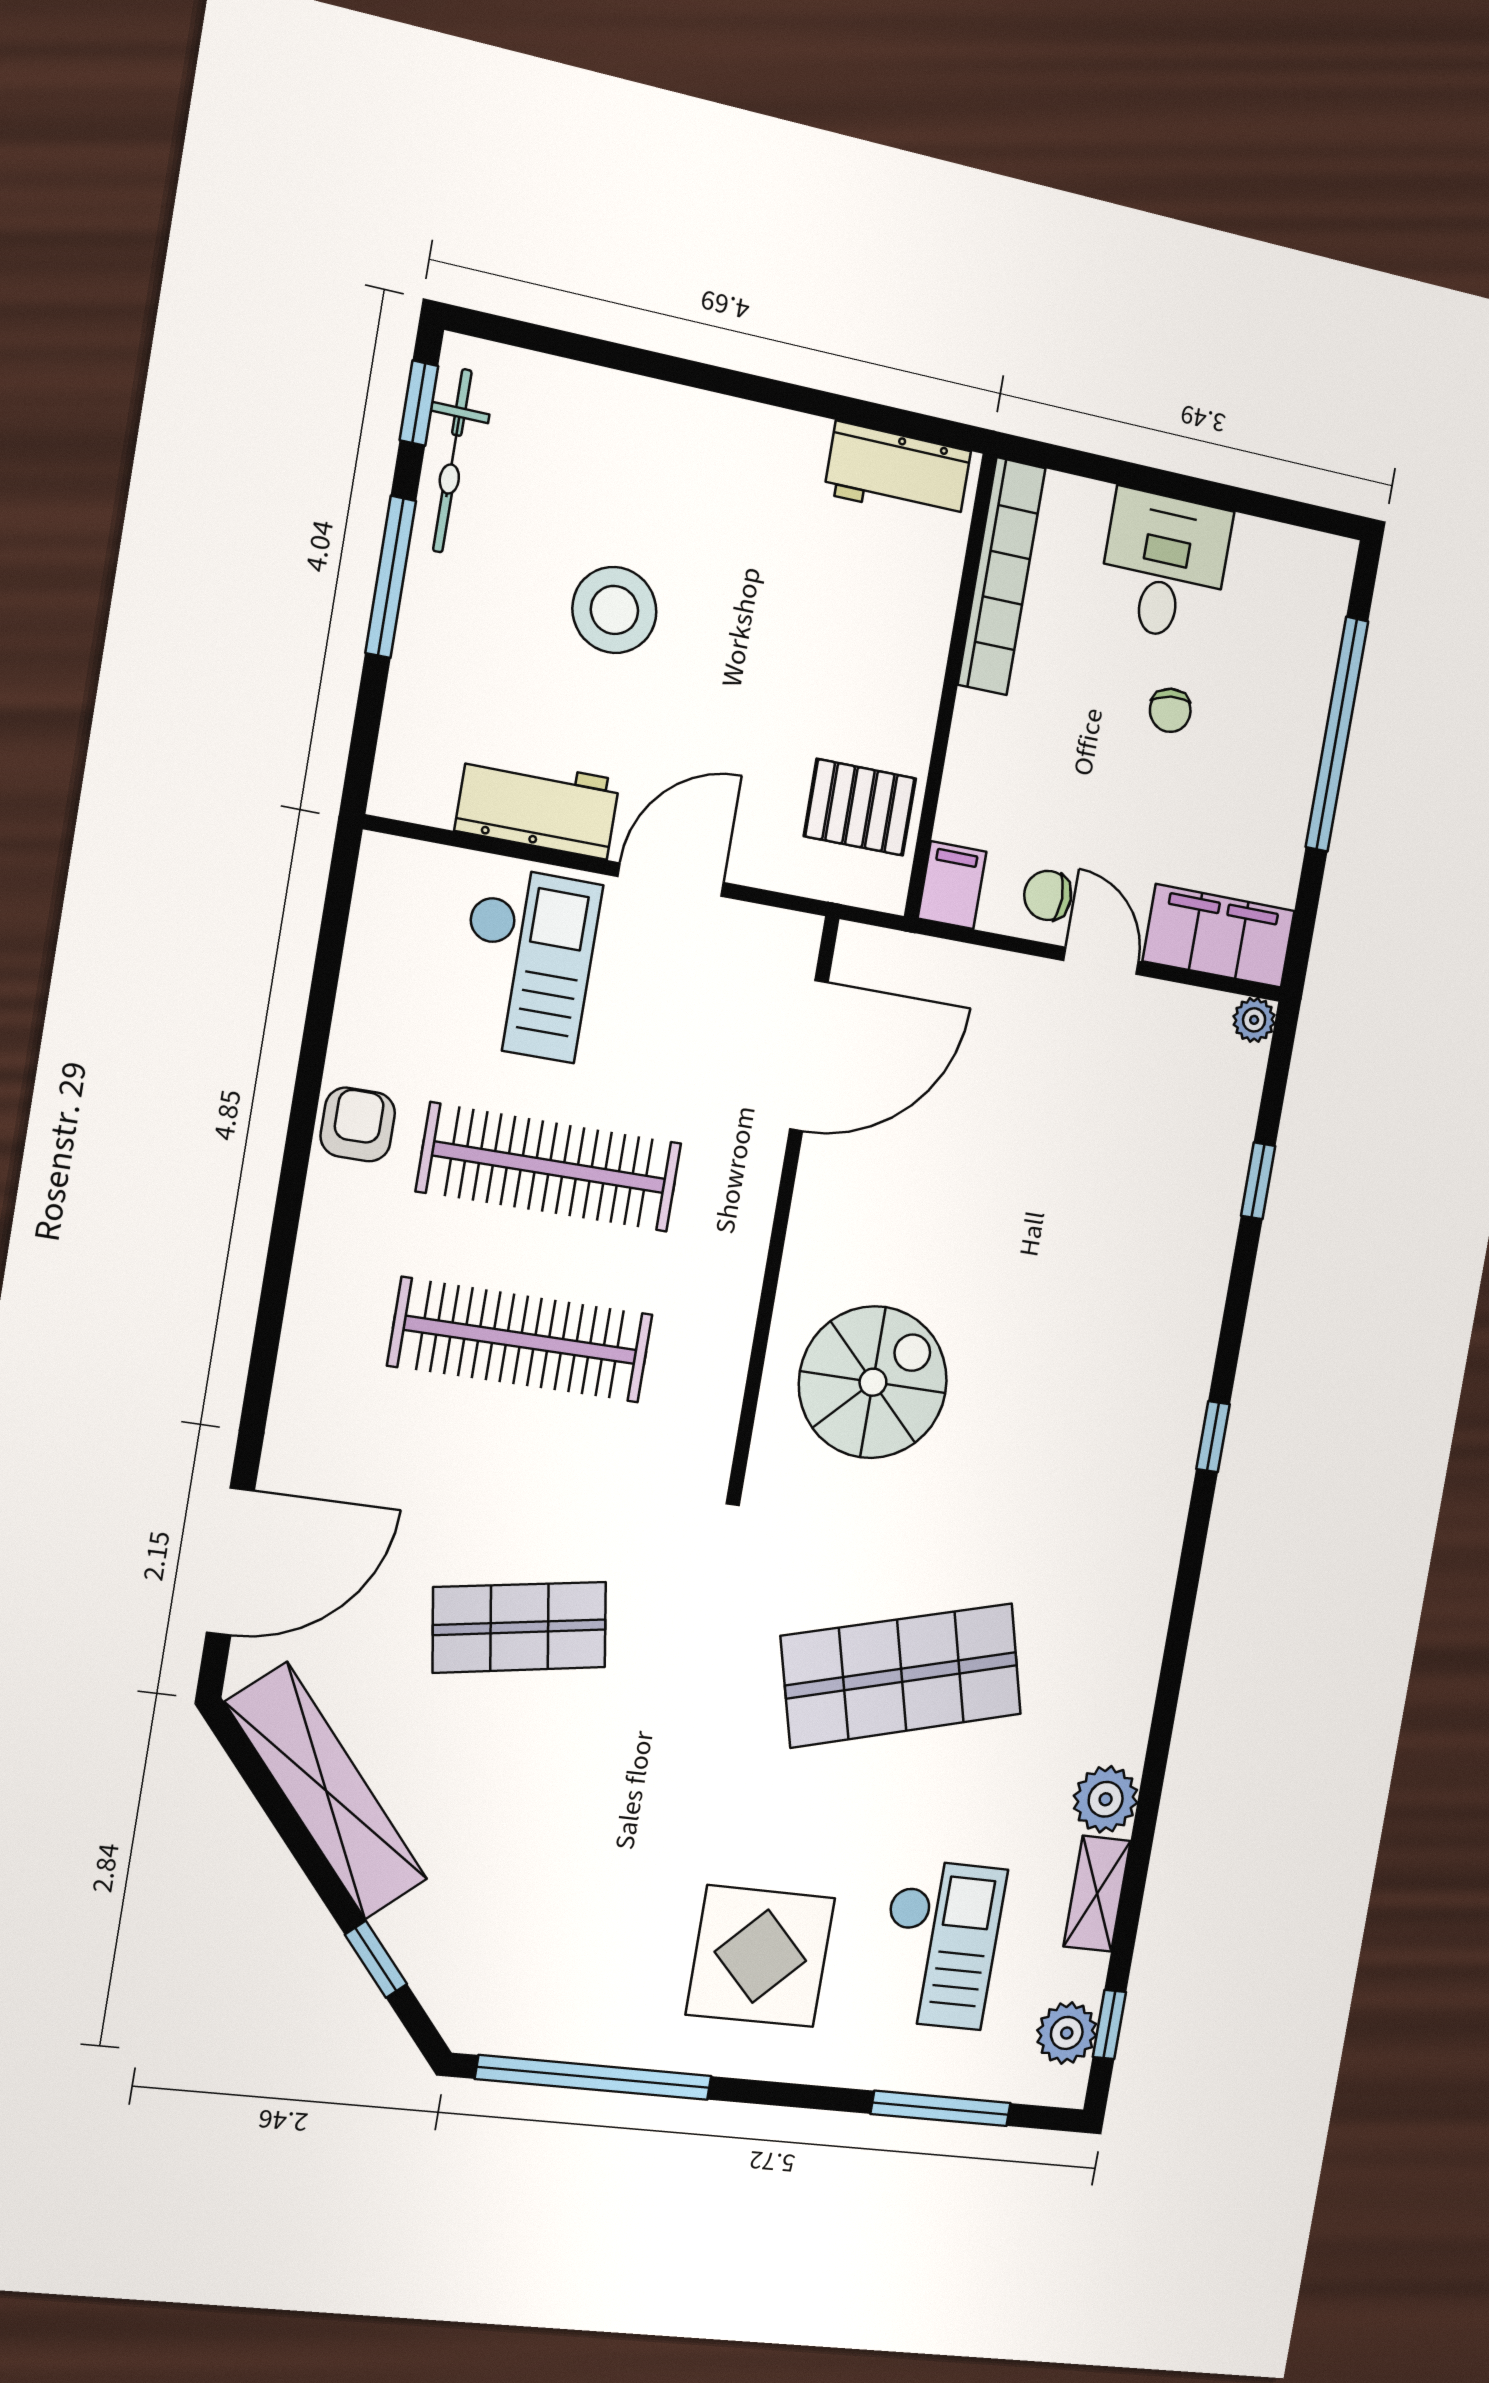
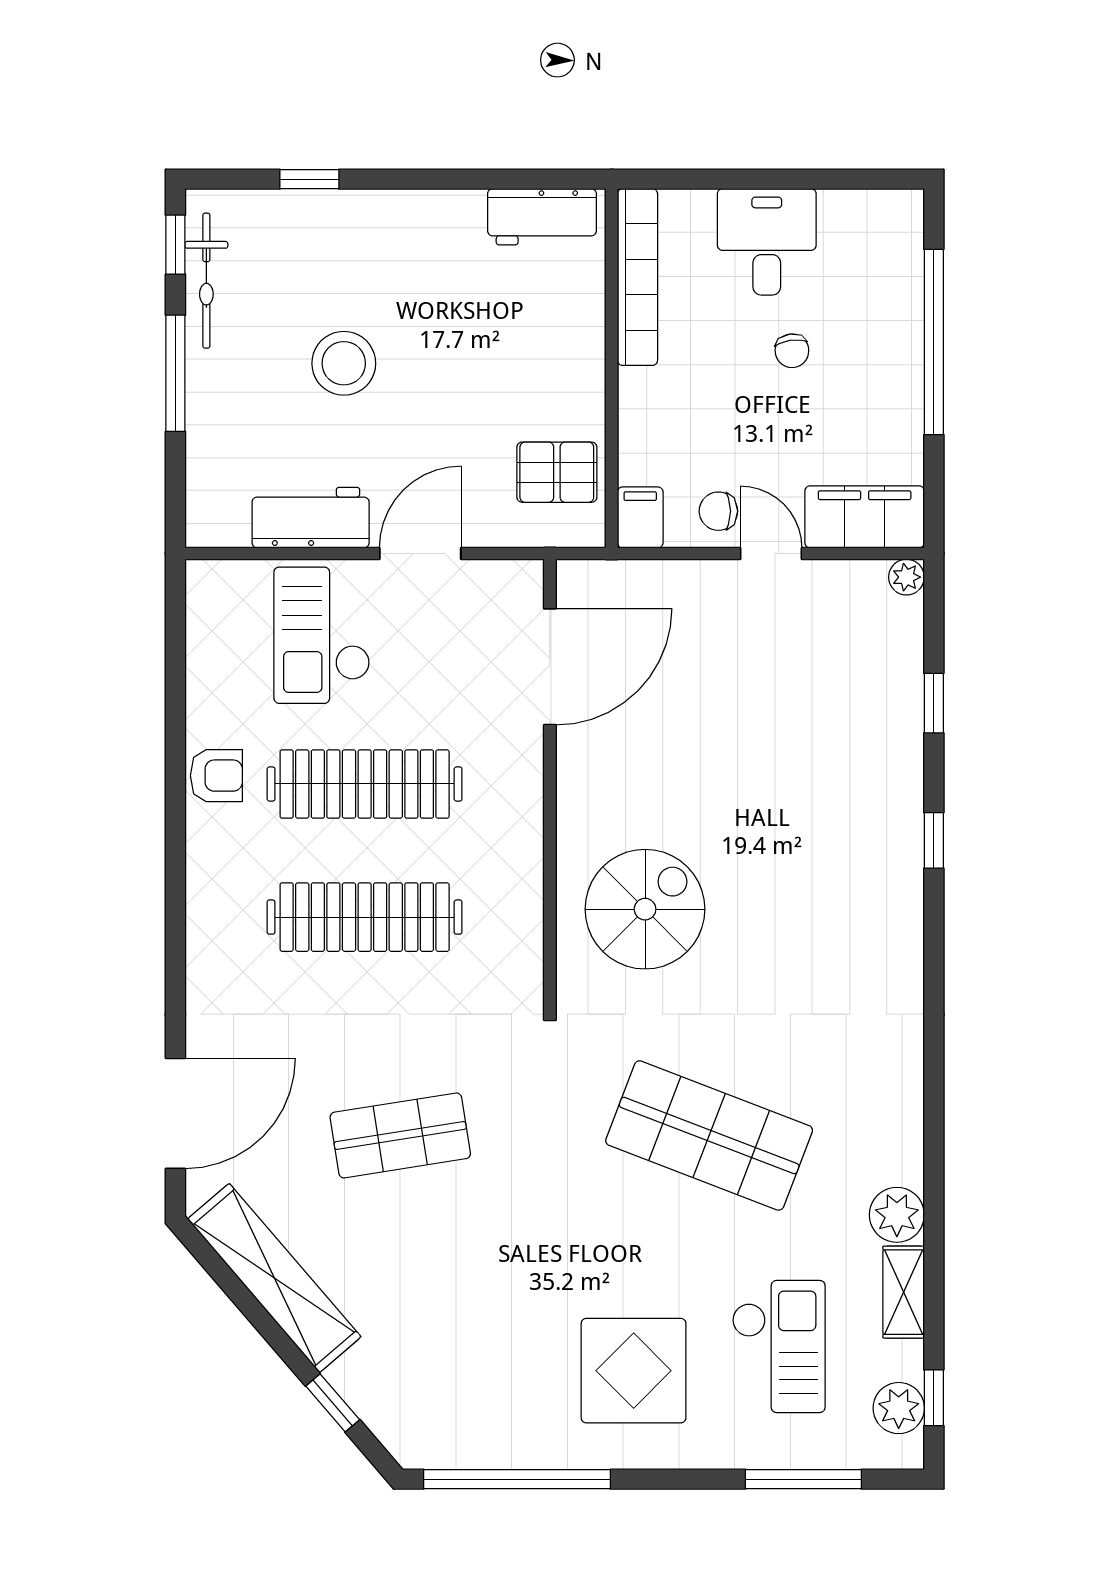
window: (610, 355) -> (309, 179), added
checkout: (527, 963) -> (322, 635), turned 180
armchair: (358, 1124) -> (216, 776), turned 90
window: (1213, 1437) -> (934, 840), moved
shop shelf: (902, 1675) -> (709, 1135), turned 36

